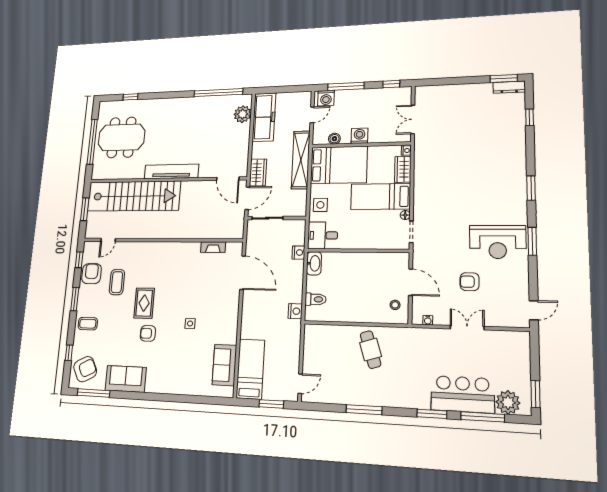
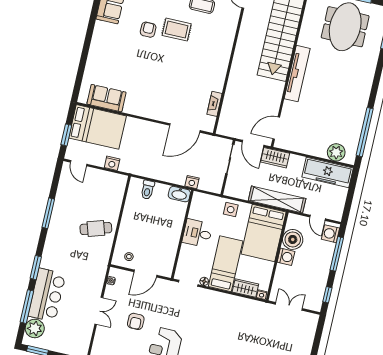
boiler: (334, 139) -> (293, 239), width x1.86, depth x1.86
desk: (323, 235) -> (197, 233), moved, turned -90
armchair: (470, 282) -> (136, 321), turned 180
nightstand: (295, 311) -> (112, 163), moved
side table: (190, 324) -> (149, 71), removed
bed: (250, 369) -> (97, 127), width x1.50

